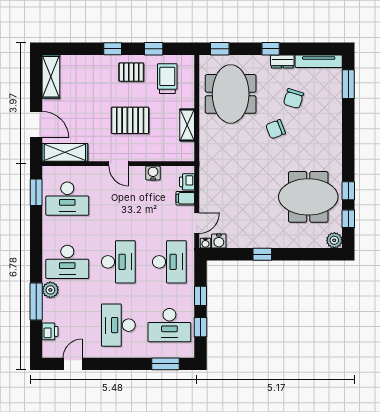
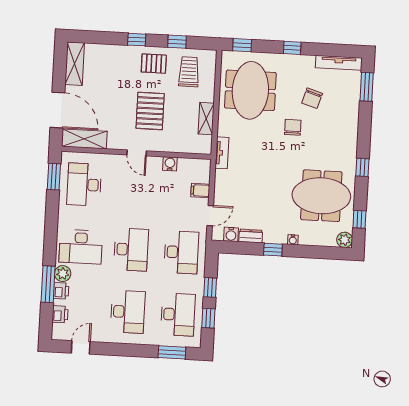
dresser: (282, 61) -> (251, 236), moved, turned 180
pallet: (130, 120) -> (150, 111), turned 90
door: (36, 125) -> (57, 110), width x1.36
chair: (276, 129) -> (293, 127), turned 111
tv unit: (205, 159) -> (222, 153), added
printer: (187, 182) -> (61, 291), moved, turned 180
window: (348, 191) -> (362, 167), moved
desk: (67, 199) -> (84, 185), turned 90
water cooler: (205, 243) -> (293, 240), moved
desk: (118, 325) -> (128, 312), turned 180
desk: (169, 325) -> (178, 314), turned -90

